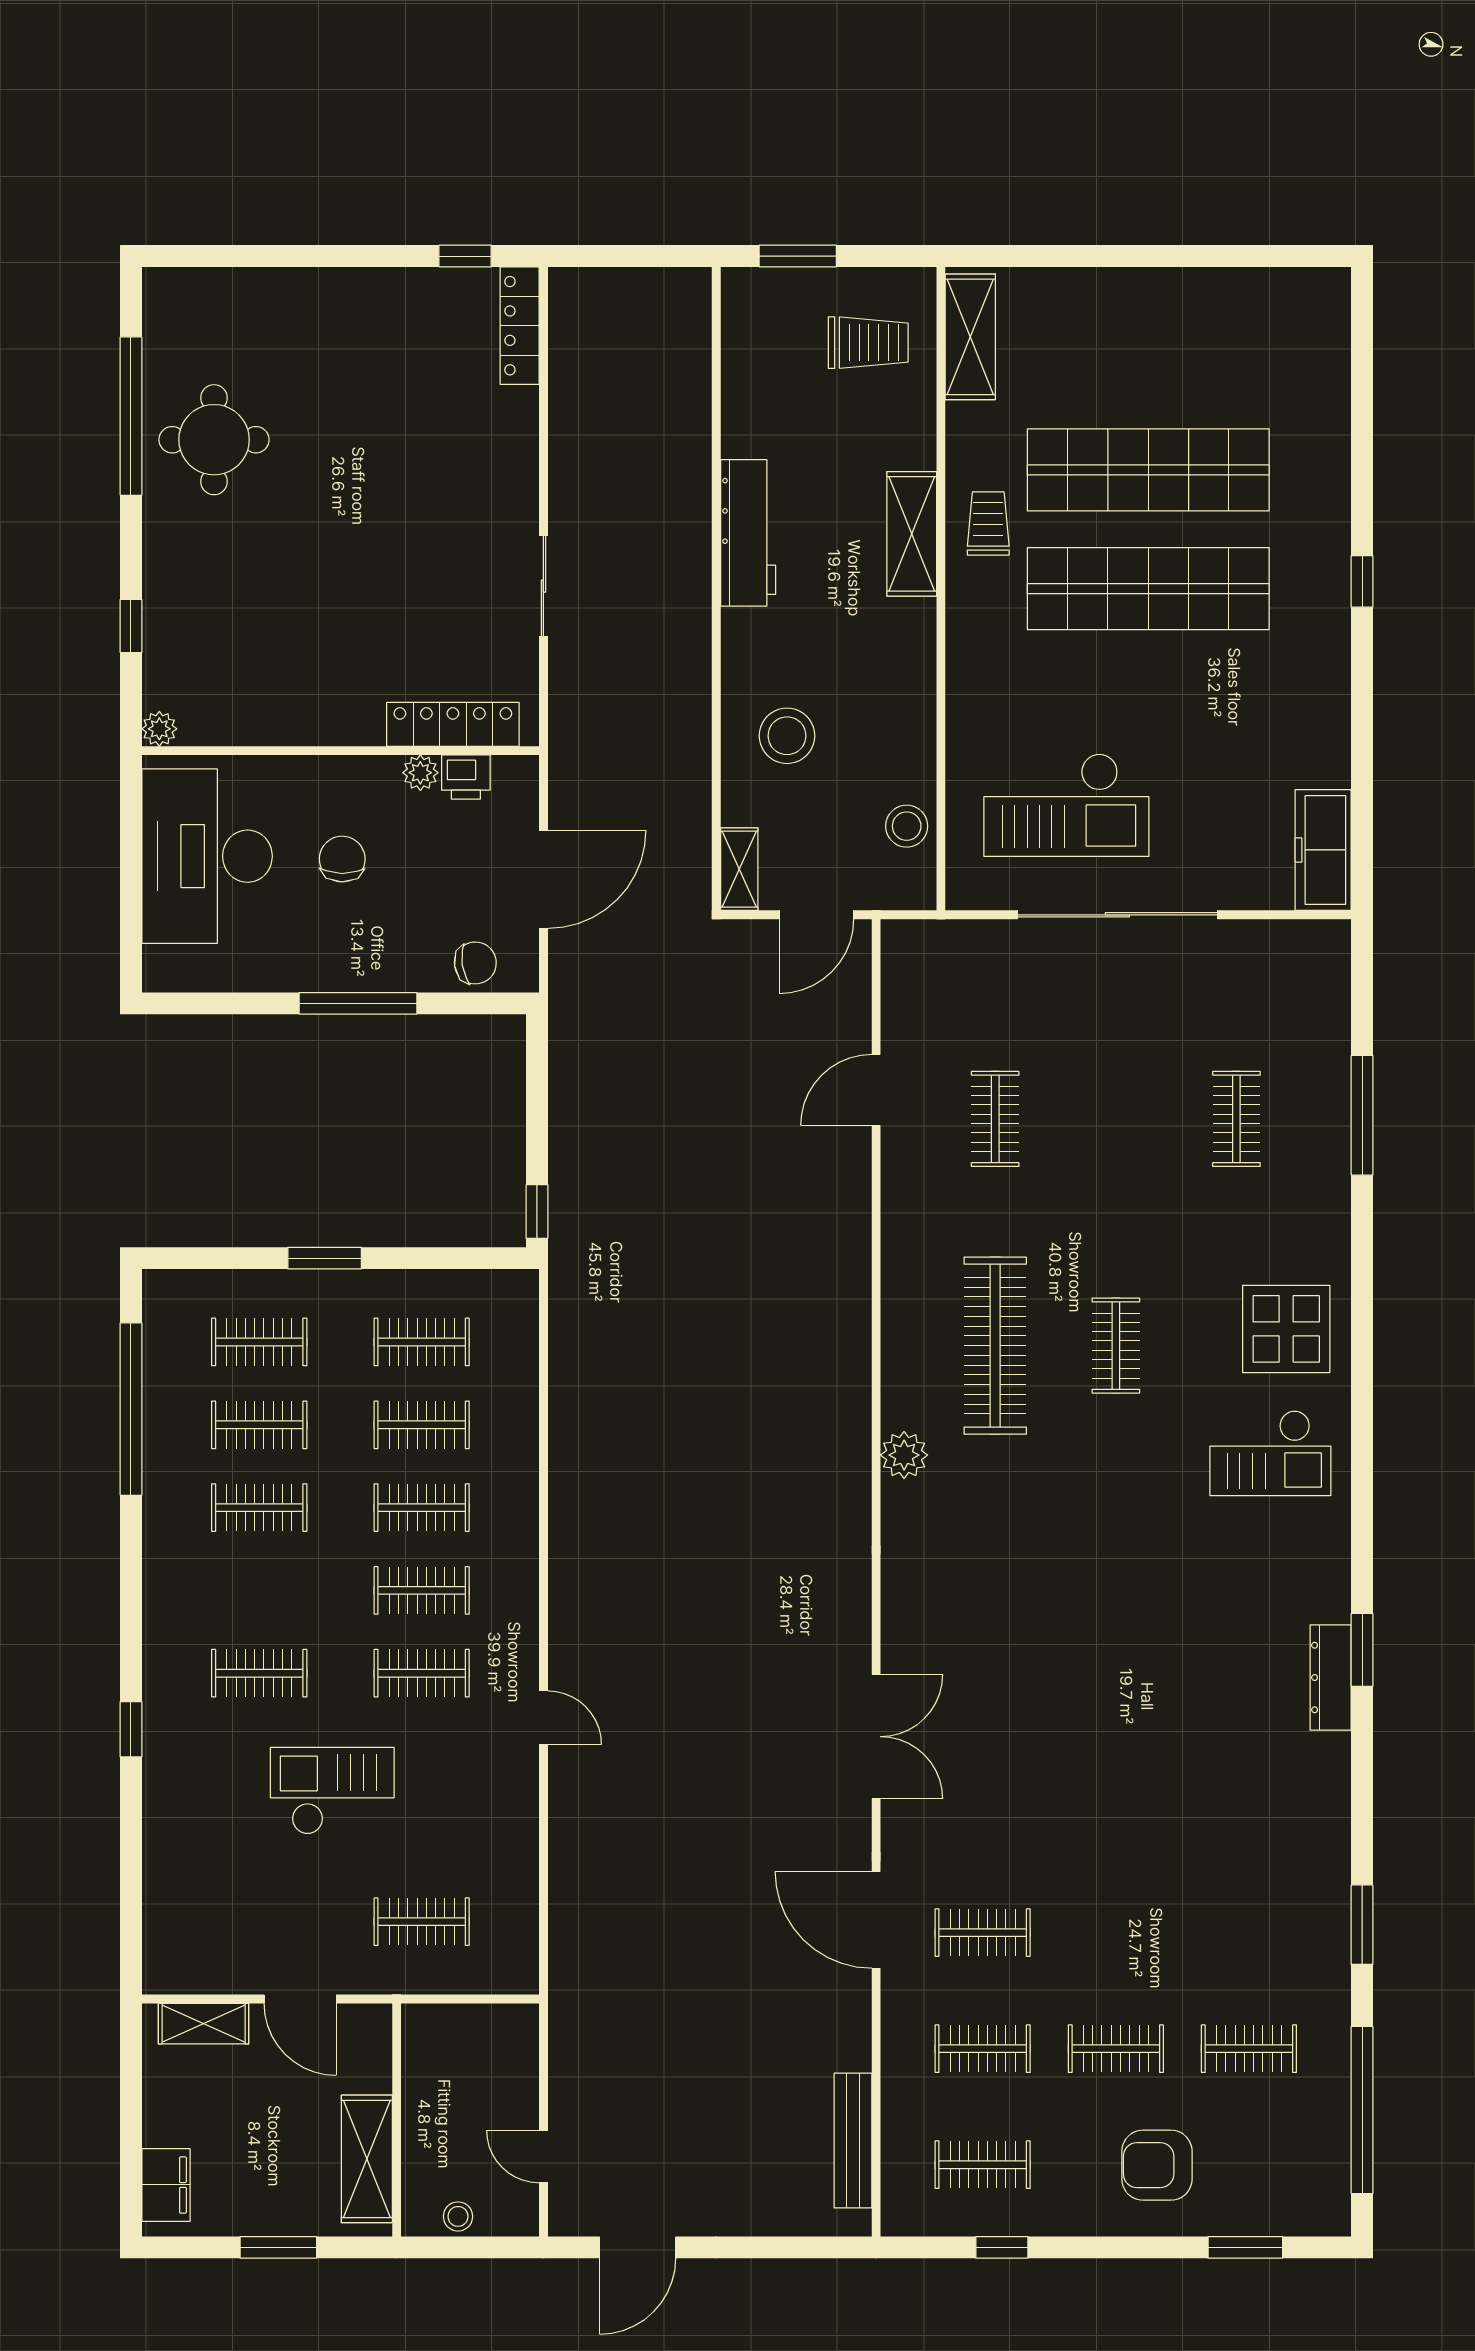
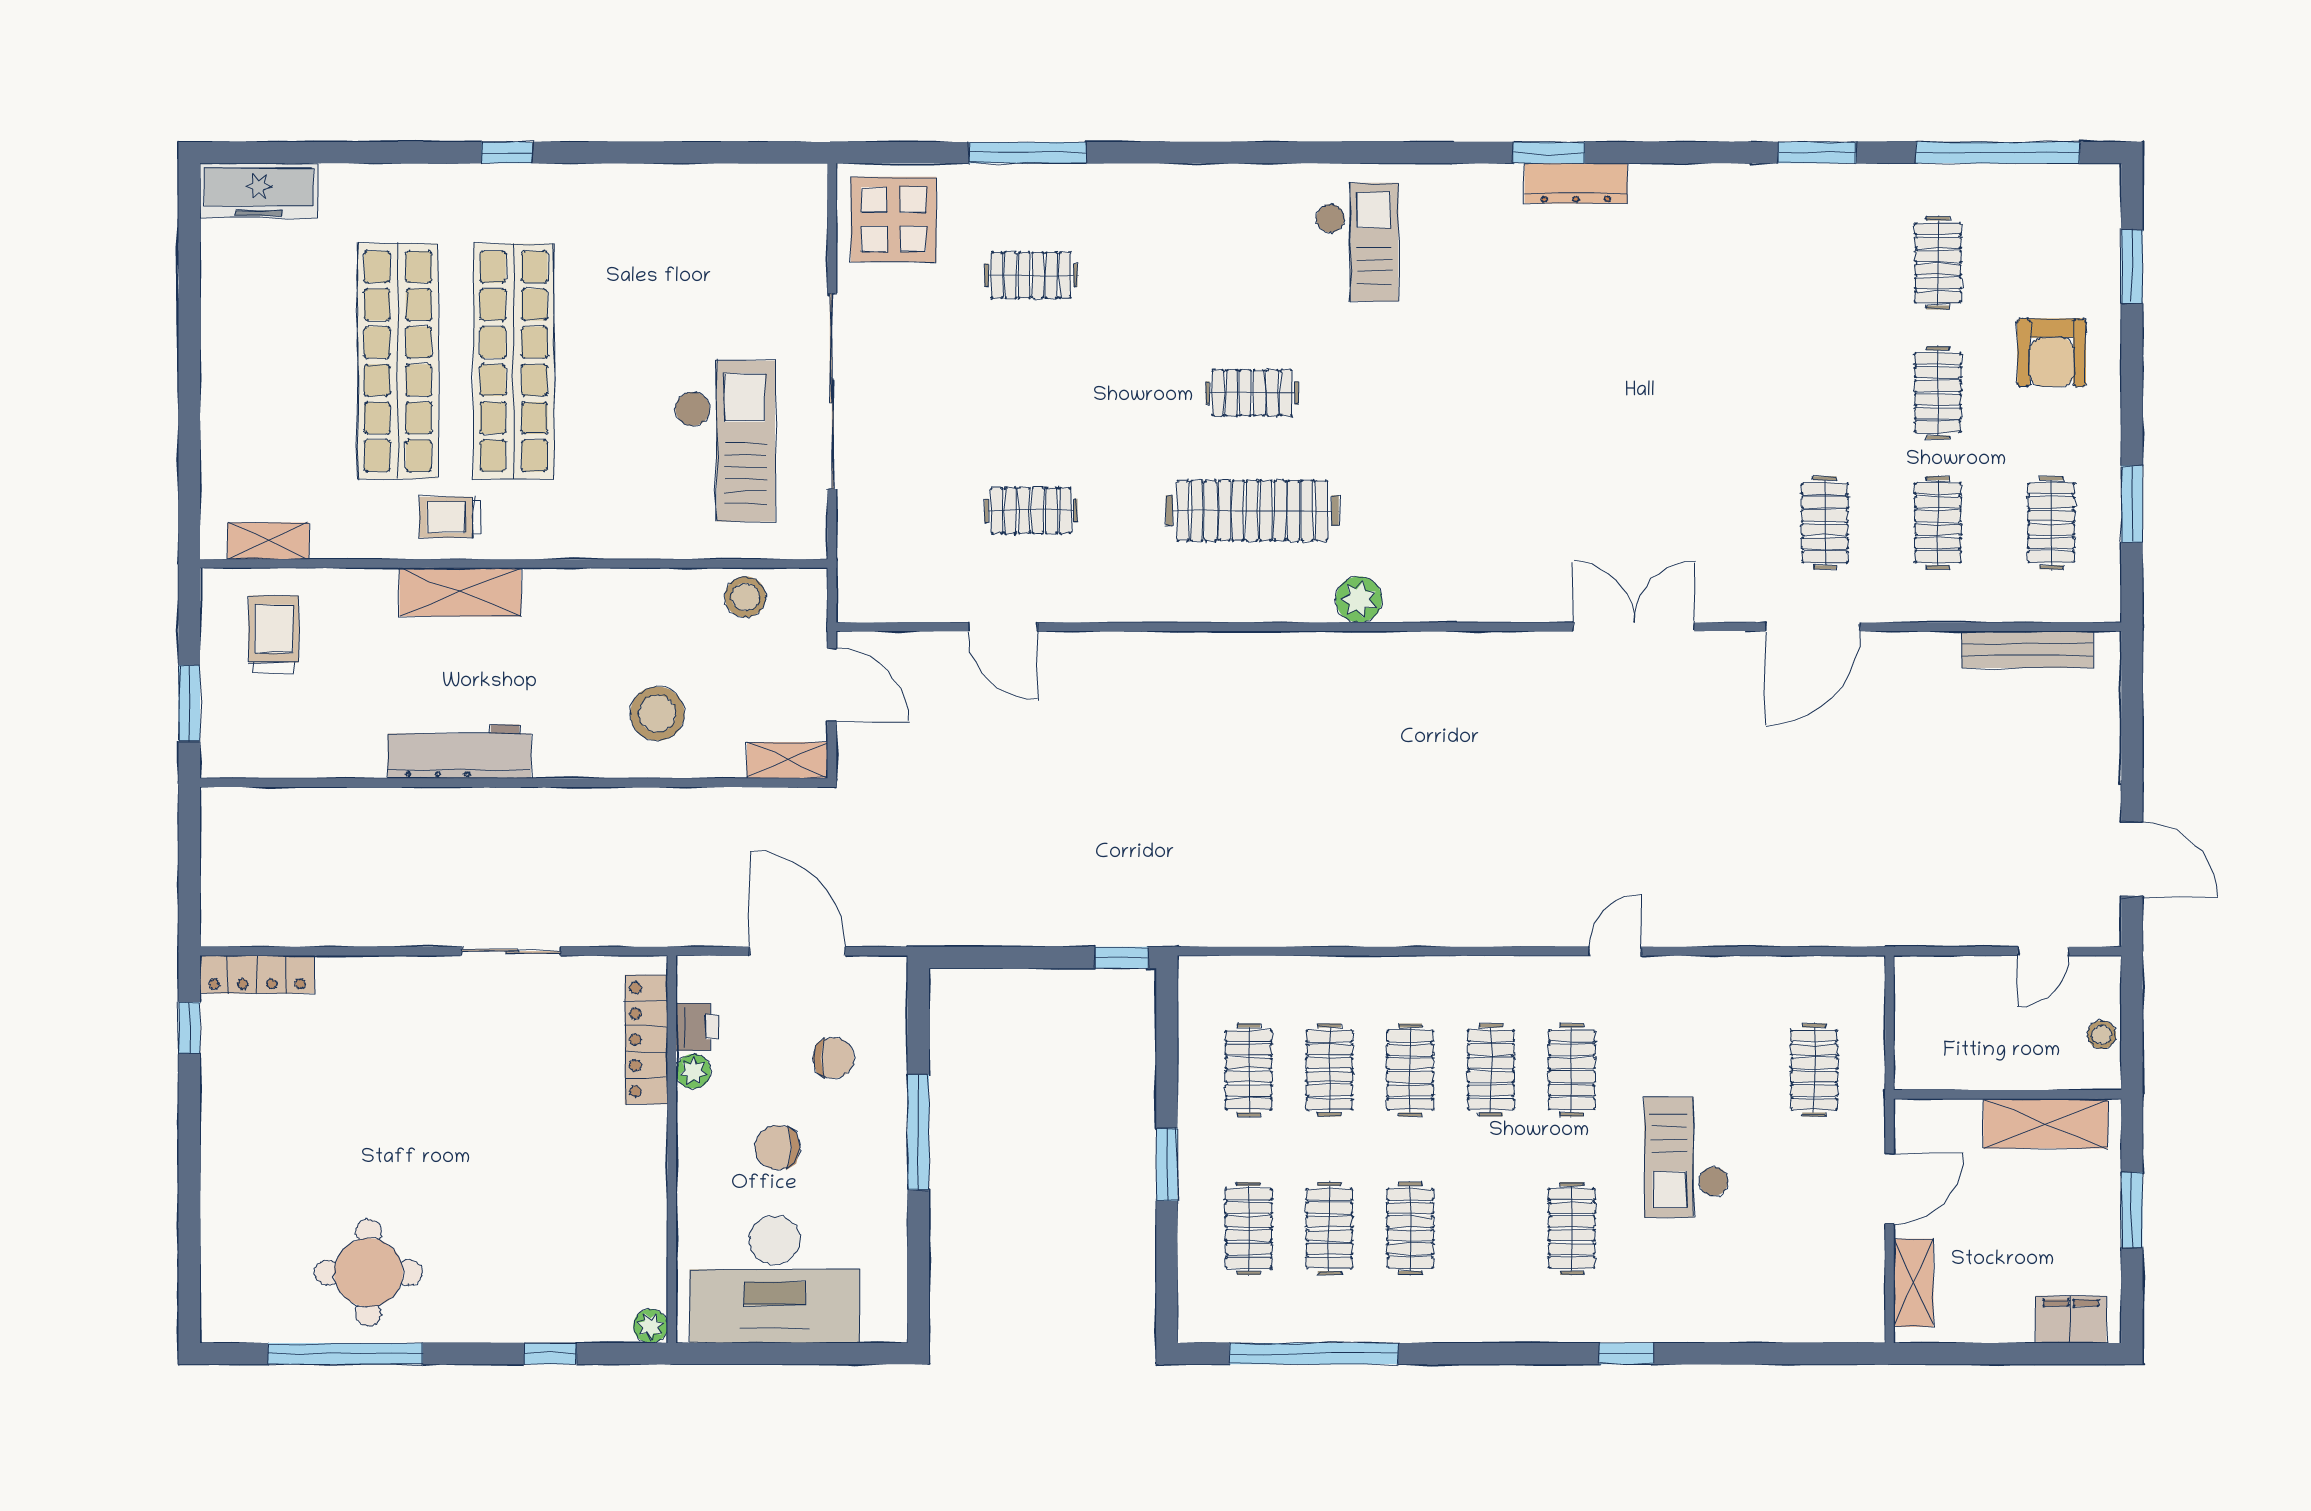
shelving: (970, 337) -> (268, 541), width x0.67, depth x0.75
freezer: (1323, 850) -> (259, 191), moved
chair: (475, 963) -> (834, 1058), moved, turned 98
display table: (1286, 1329) -> (894, 219), moved
window: (1002, 2247) -> (2132, 504), width x1.50

